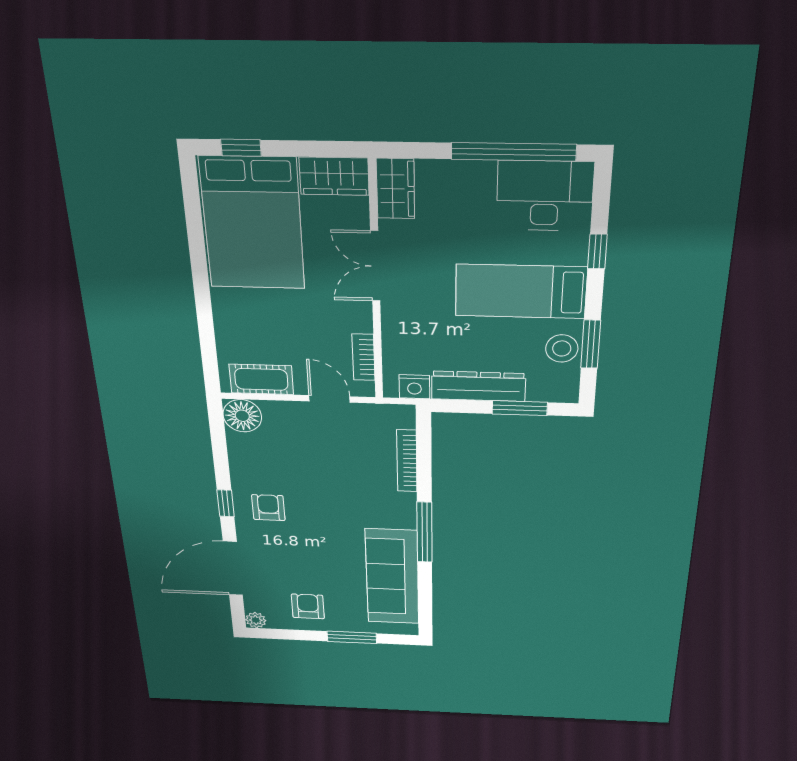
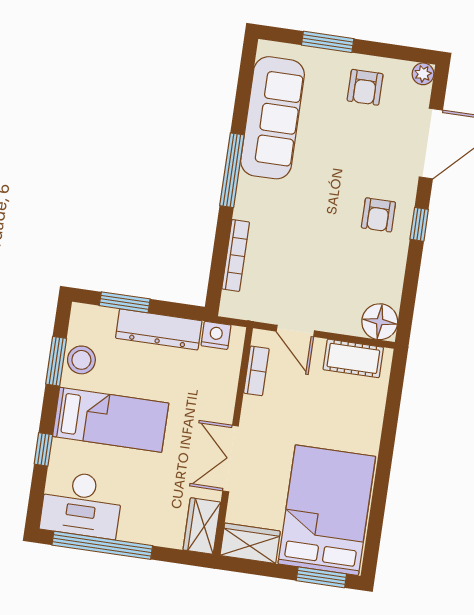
window: (241, 148) -> (321, 577), width x1.50
double door: (375, 266) -> (231, 458), swing flipped

